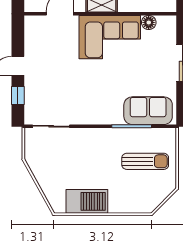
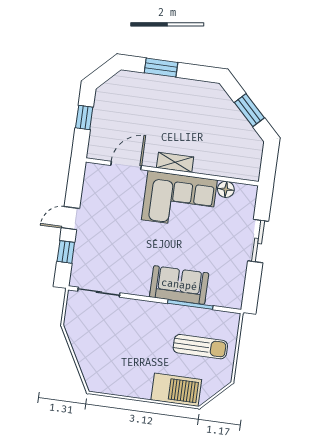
sofa: (148, 111) -> (179, 285), moved
barbecue: (87, 201) -> (176, 390), moved

